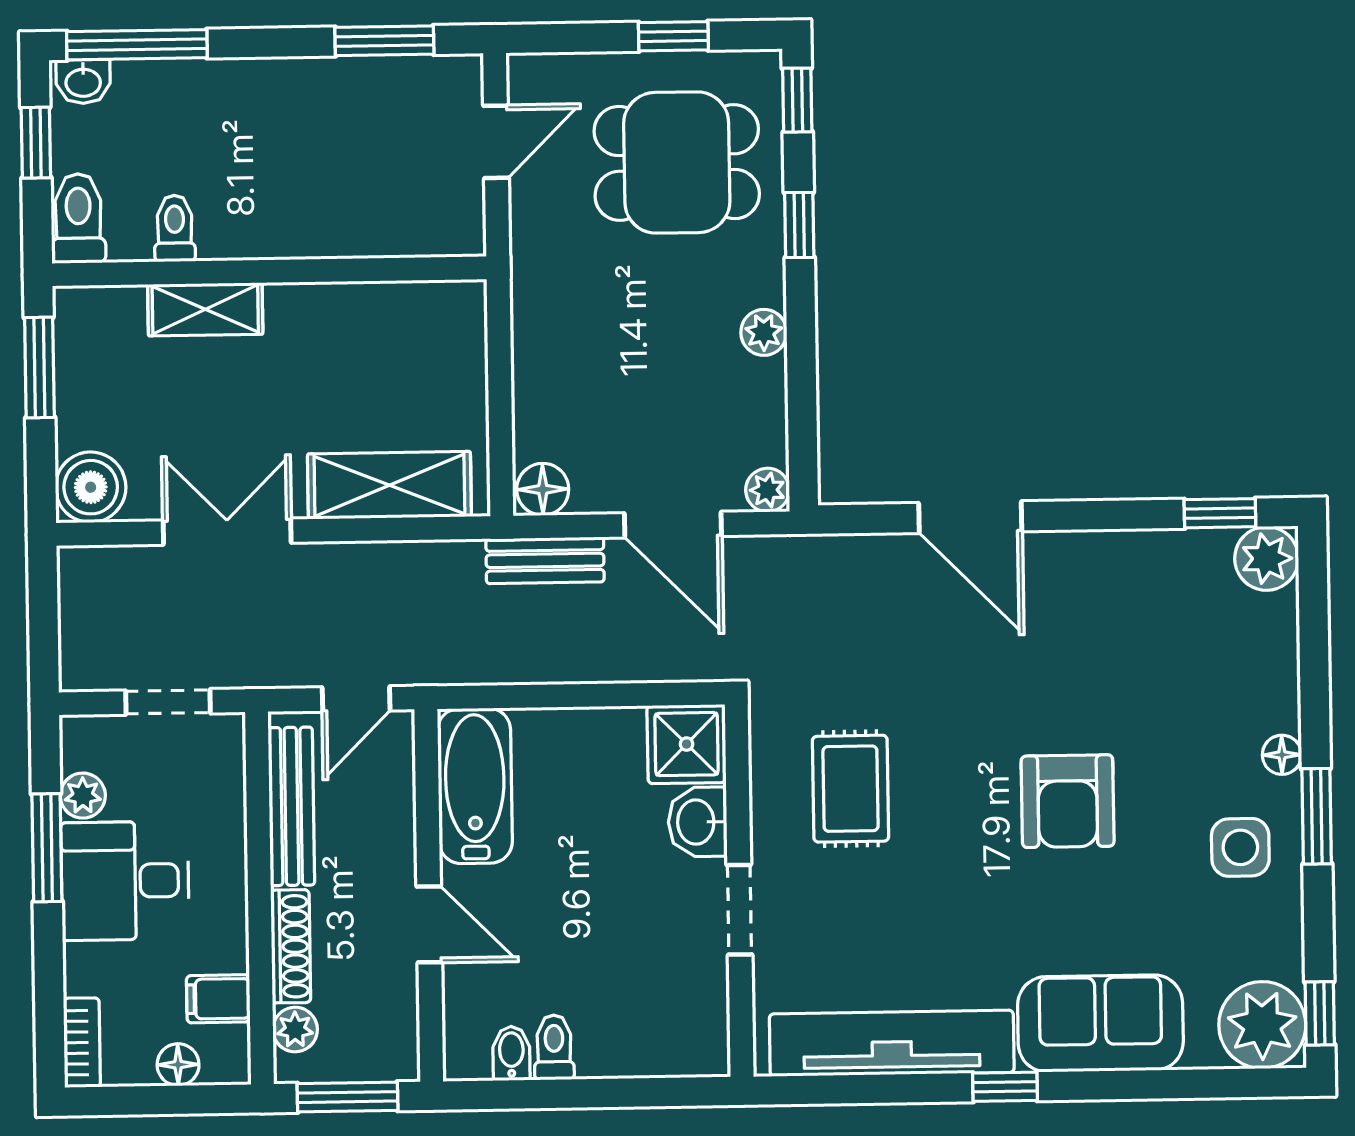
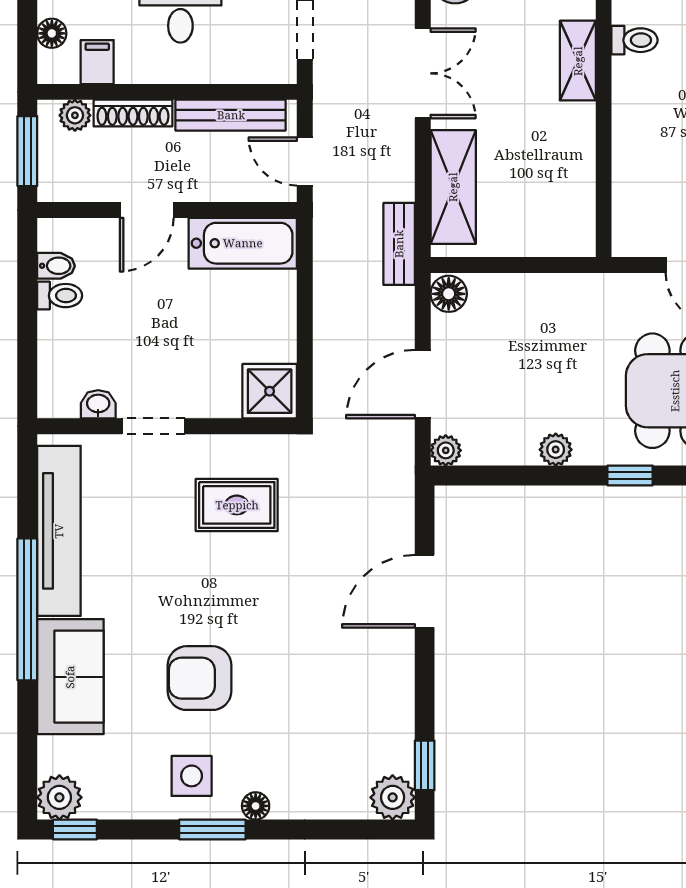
bench: (545, 560) -> (399, 244), moved
armchair: (1068, 801) -> (200, 678), moved
washbasin: (698, 822) -> (98, 404), moved, width x0.72, depth x0.69
plant: (1262, 1025) -> (59, 797), width x0.73, depth x0.73
window: (1005, 1087) -> (27, 609), width x3.17

